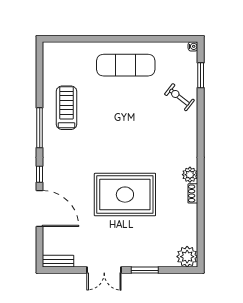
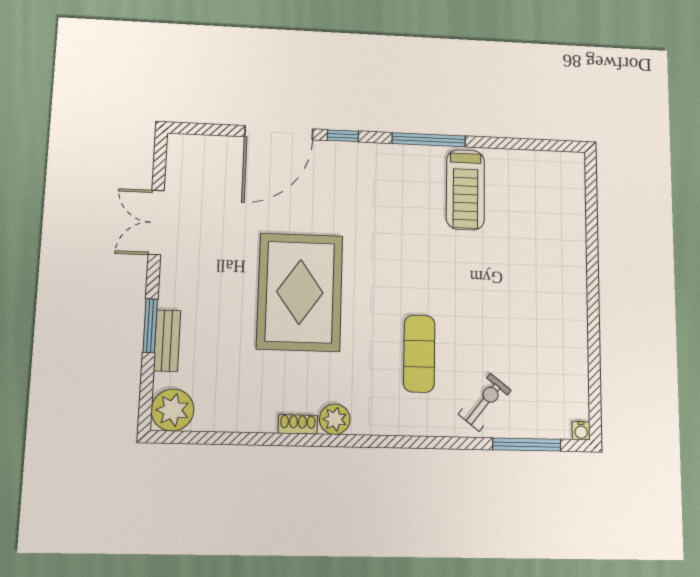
exercise mat: (126, 65) -> (419, 354), moved, width x0.73, depth x0.69
window: (201, 75) -> (527, 444), width x1.44
treadmill: (66, 108) -> (465, 190), turned 90
bench: (58, 261) -> (167, 341), moved
double door: (104, 270) -> (156, 222), moved

